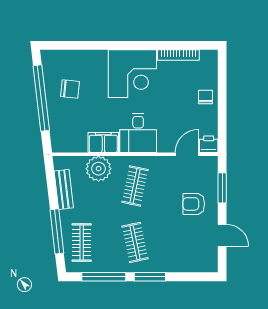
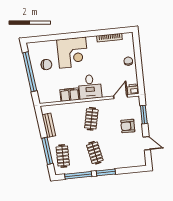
corner desk: (132, 74) -> (72, 53), moved
plant: (99, 169) -> (68, 111), removed

